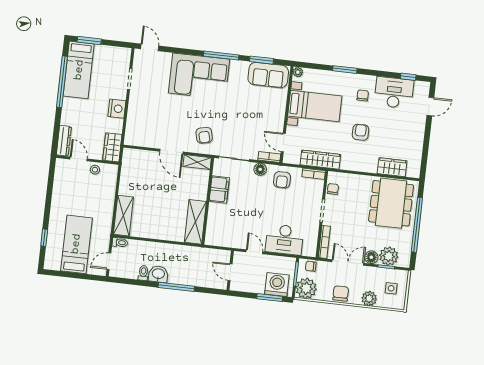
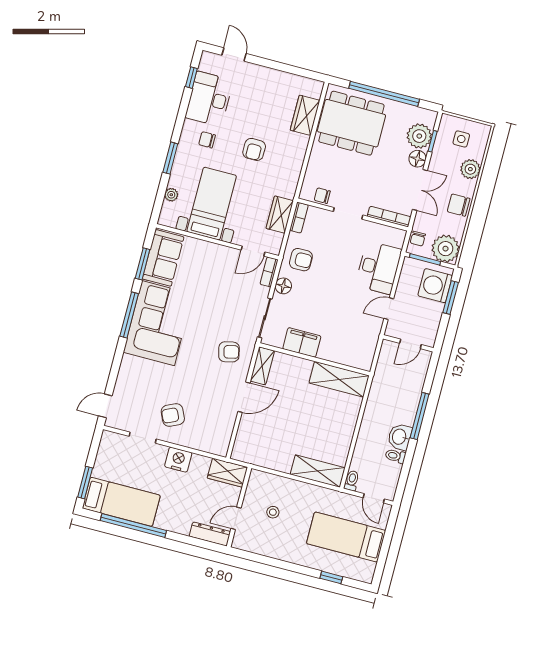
plant: (298, 72) -> (171, 195), moved
corner sofa: (199, 76) -> (158, 323), moved
armchair: (150, 100) -> (173, 415), added
armchair: (361, 132) -> (254, 149), turned -90
wardrobe: (320, 160) -> (280, 215), width x0.67
stool: (95, 170) -> (273, 512), moved
double door: (348, 262) -> (420, 190), swing flipped

